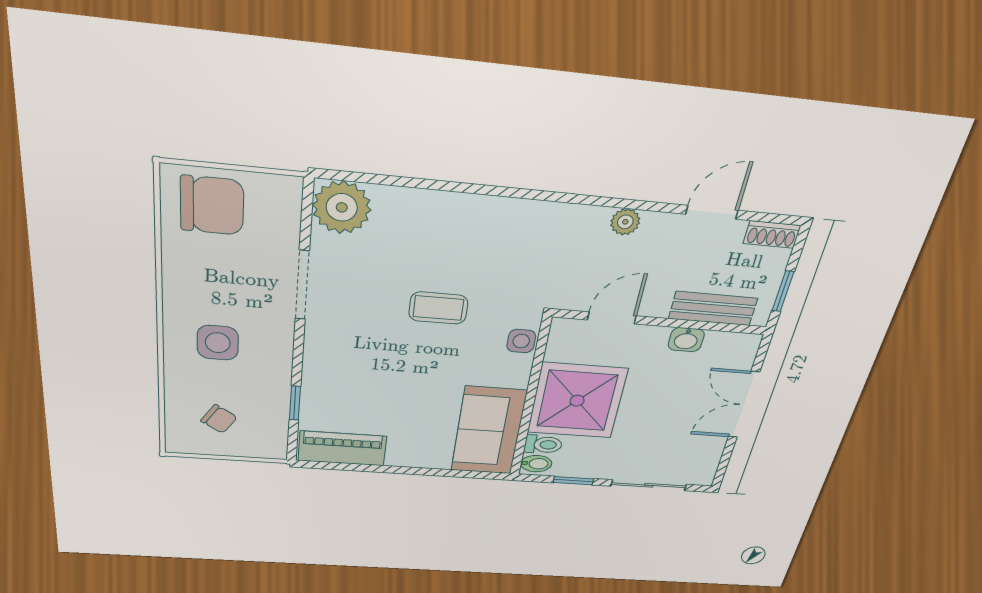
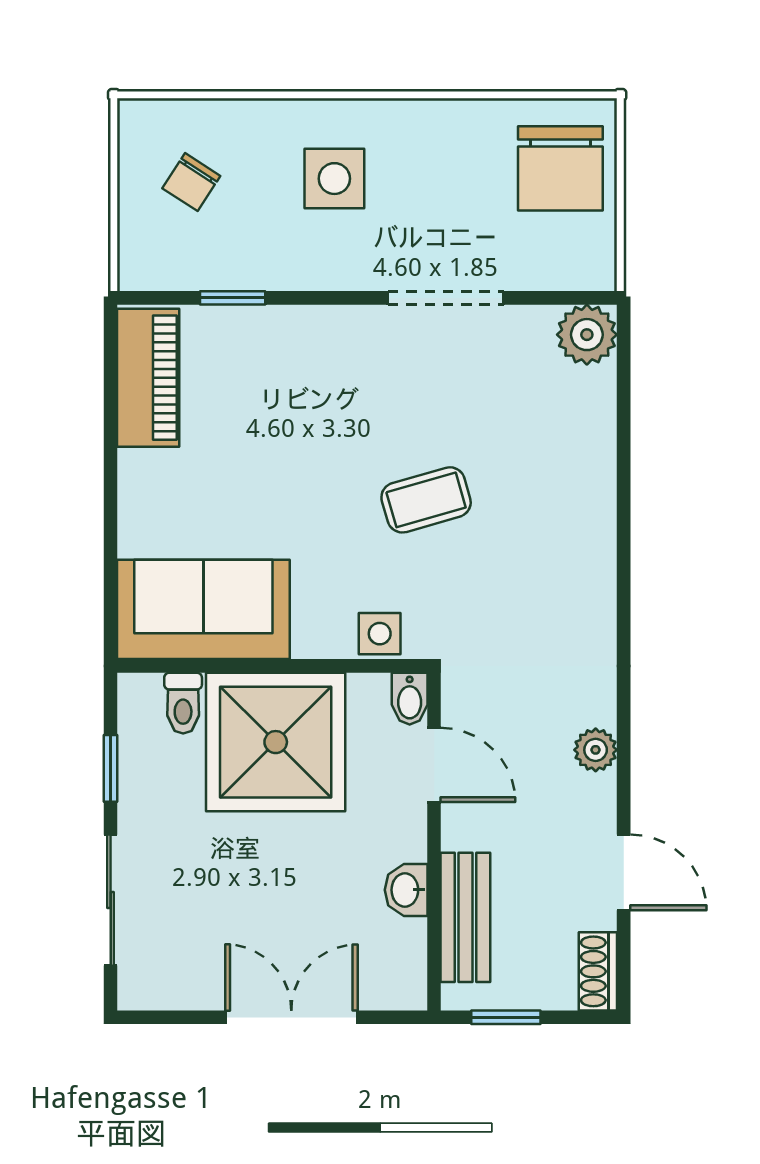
plant: (342, 207) -> (587, 335), width x0.73, depth x0.73
coffee table: (438, 308) -> (426, 500), turned 74
bidet: (536, 464) -> (410, 699), moved

